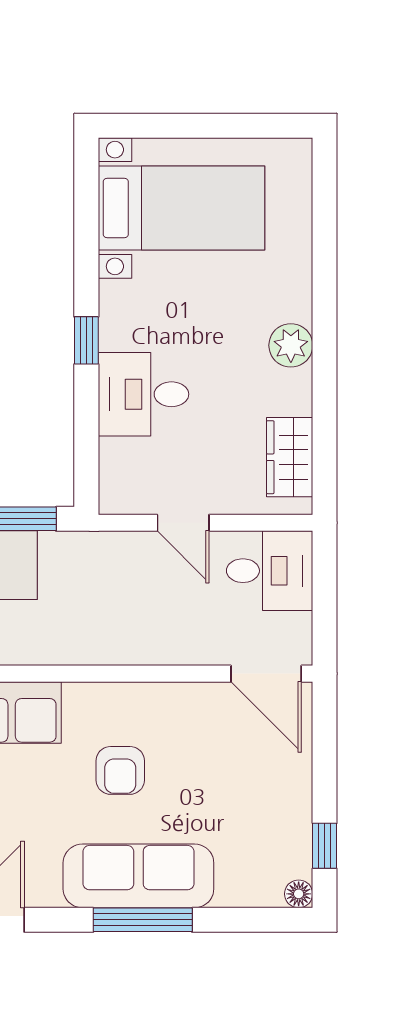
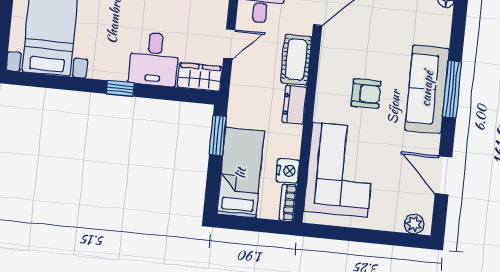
wardrobe: (120, 477) -> (200, 77), added
cot: (168, 642) -> (296, 59), added
dresser: (88, 647) -> (294, 105), added

